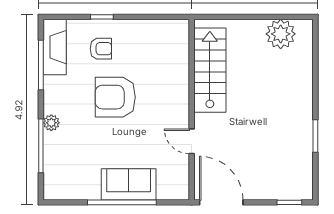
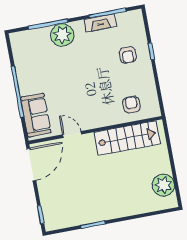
fireplace: (55, 47) -> (100, 23), moved, width x0.73, depth x0.76
armchair: (115, 97) -> (131, 105), moved, width x0.53, depth x0.53
plant: (51, 123) -> (62, 35), width x1.88, depth x1.88
door: (192, 141) -> (72, 134), hinge flipped
sofa: (129, 184) -> (36, 115), moved

